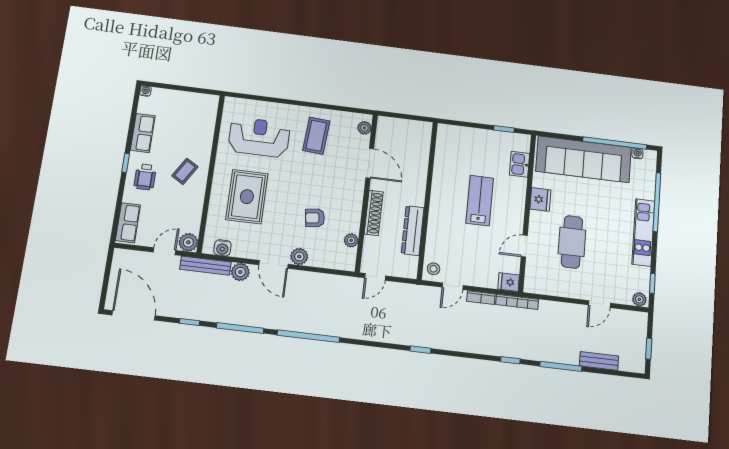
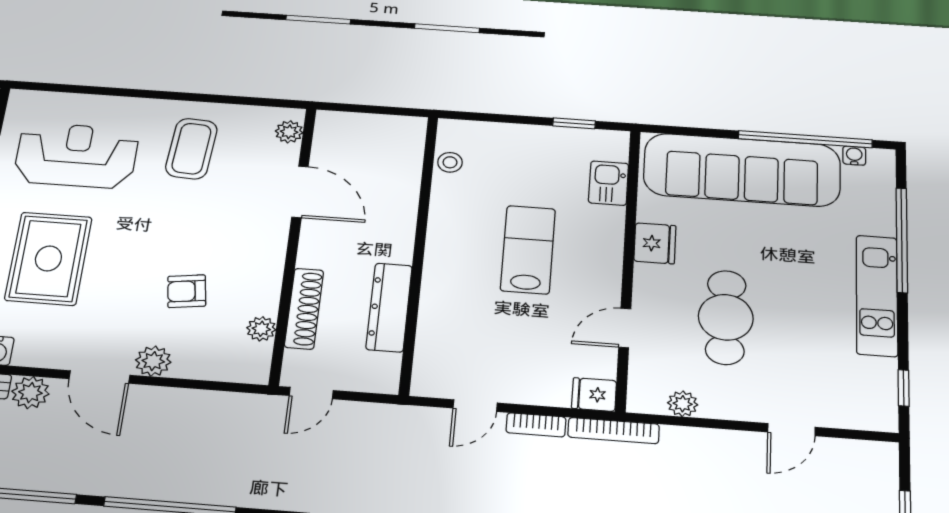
shoe rack: (374, 213) -> (304, 309), moved
stool: (434, 269) -> (450, 162), moved
plant: (639, 299) -> (683, 404), moved

